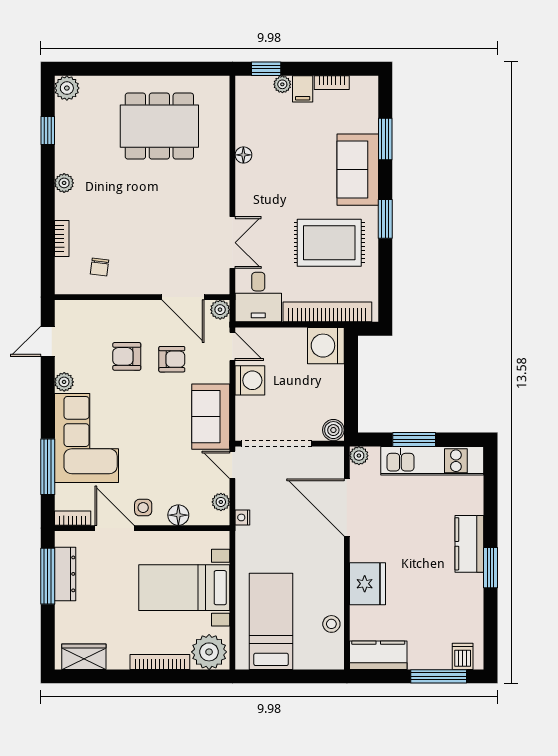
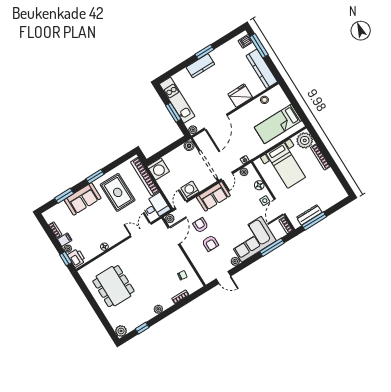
printer: (255, 90) -> (76, 258), added
kitchen counter: (378, 655) -> (262, 69), width x1.50
wardrobe: (84, 657) -> (337, 188), removed

